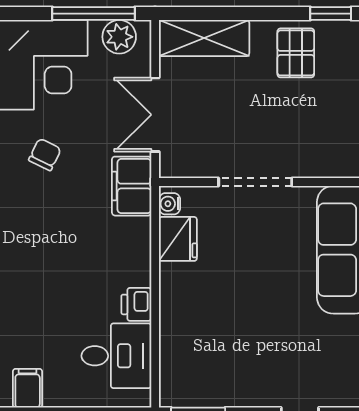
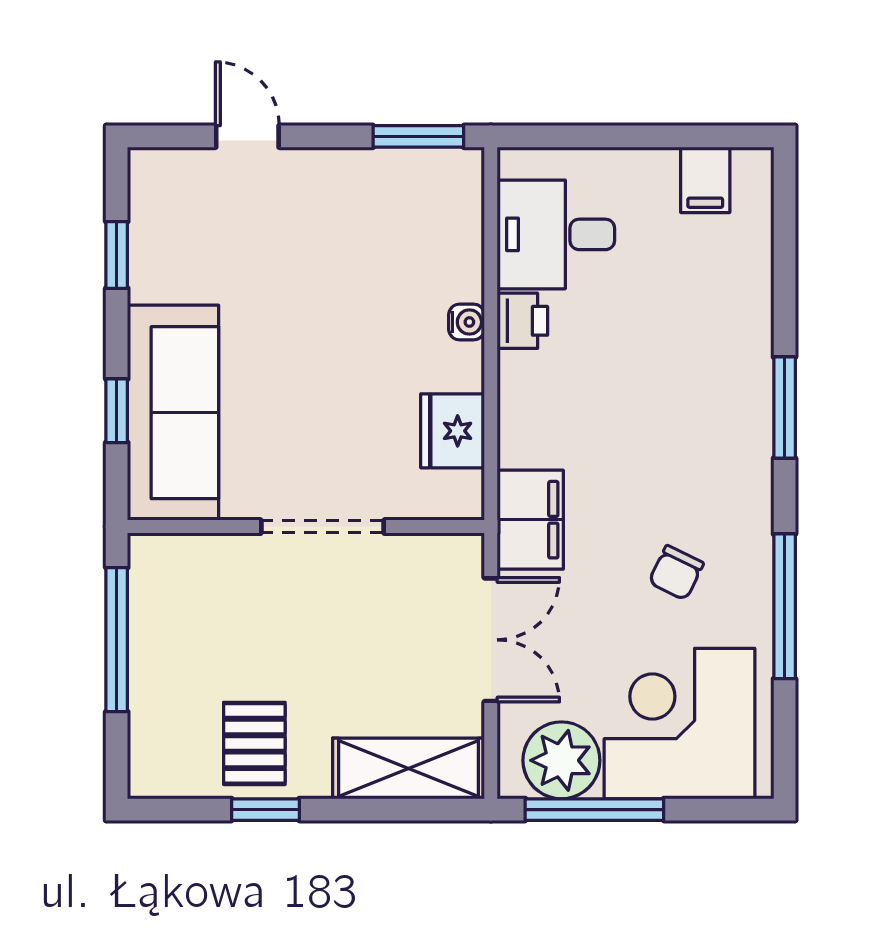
window: (331, 14) -> (265, 810), moved
plant: (119, 37) -> (561, 760), width x1.36, depth x1.36
water cooler: (170, 204) -> (467, 322), moved

